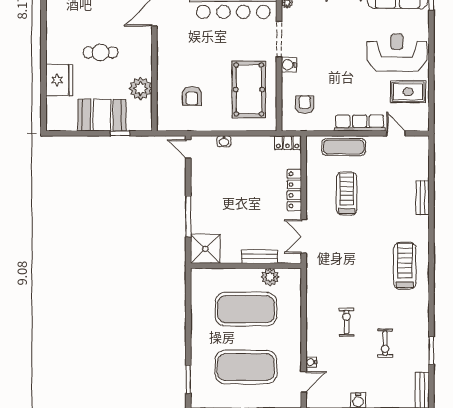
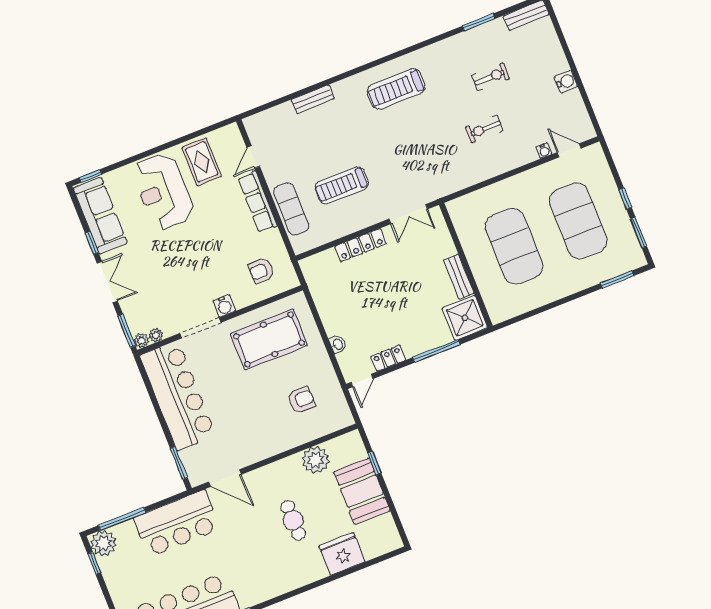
locker: (288, 143) -> (388, 358), moved, turned -90
bench: (259, 257) -> (459, 277), moved
plant: (270, 277) -> (468, 234), removed

